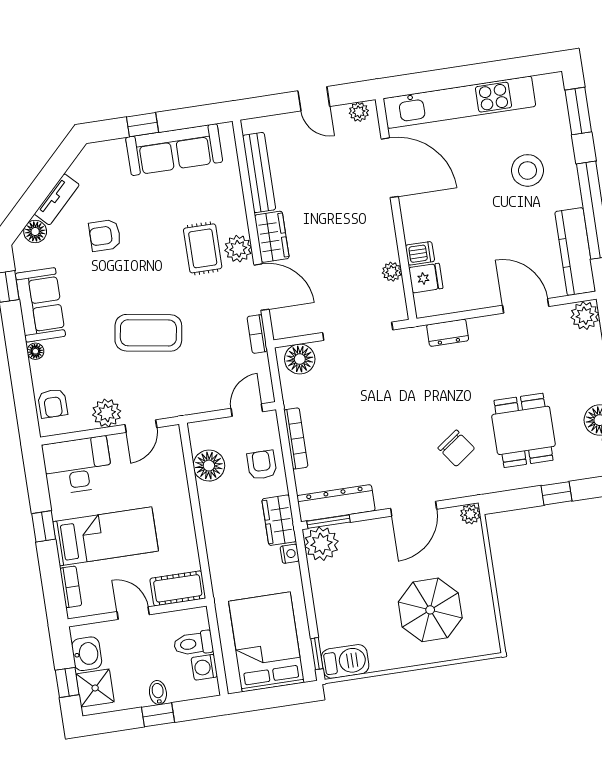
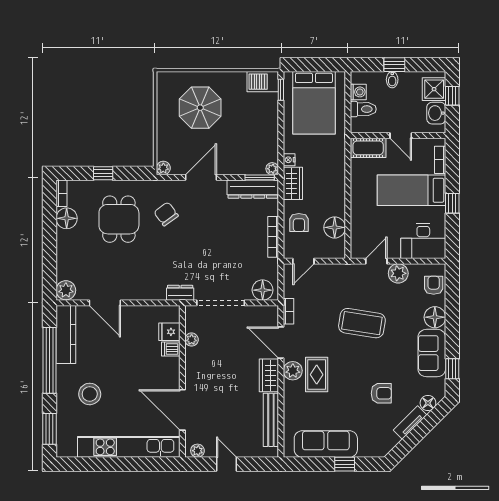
dresser: (448, 333) -> (180, 293), moved
floor lamp: (35, 351) -> (435, 317), width x1.89, depth x1.89
plant: (321, 544) -> (272, 169), width x0.53, depth x0.53

